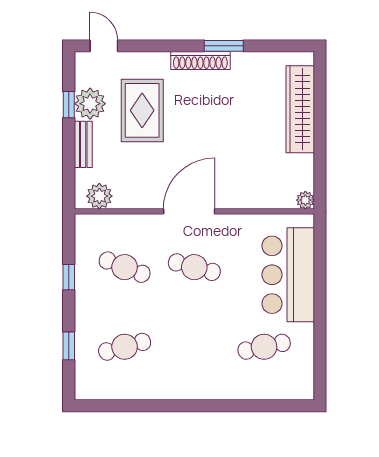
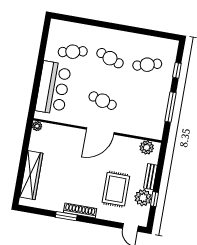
cafe table: (125, 267) -> (110, 58), moved
window: (69, 277) -> (171, 107), width x2.17

